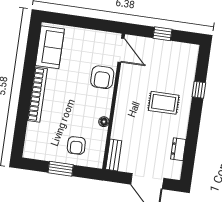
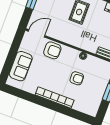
sofa: (50, 47) -> (21, 66), moved, turned 90
armchair: (76, 145) -> (77, 78), moved

